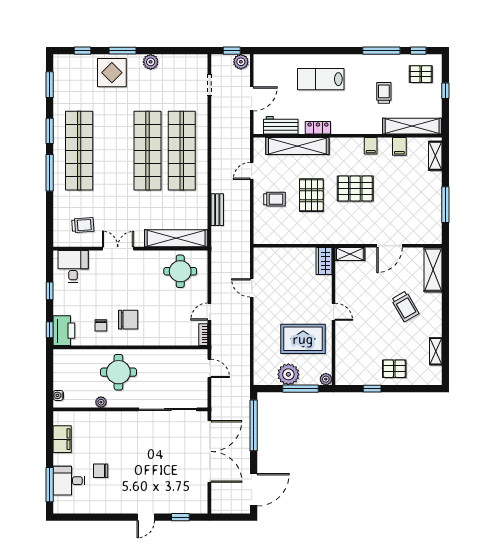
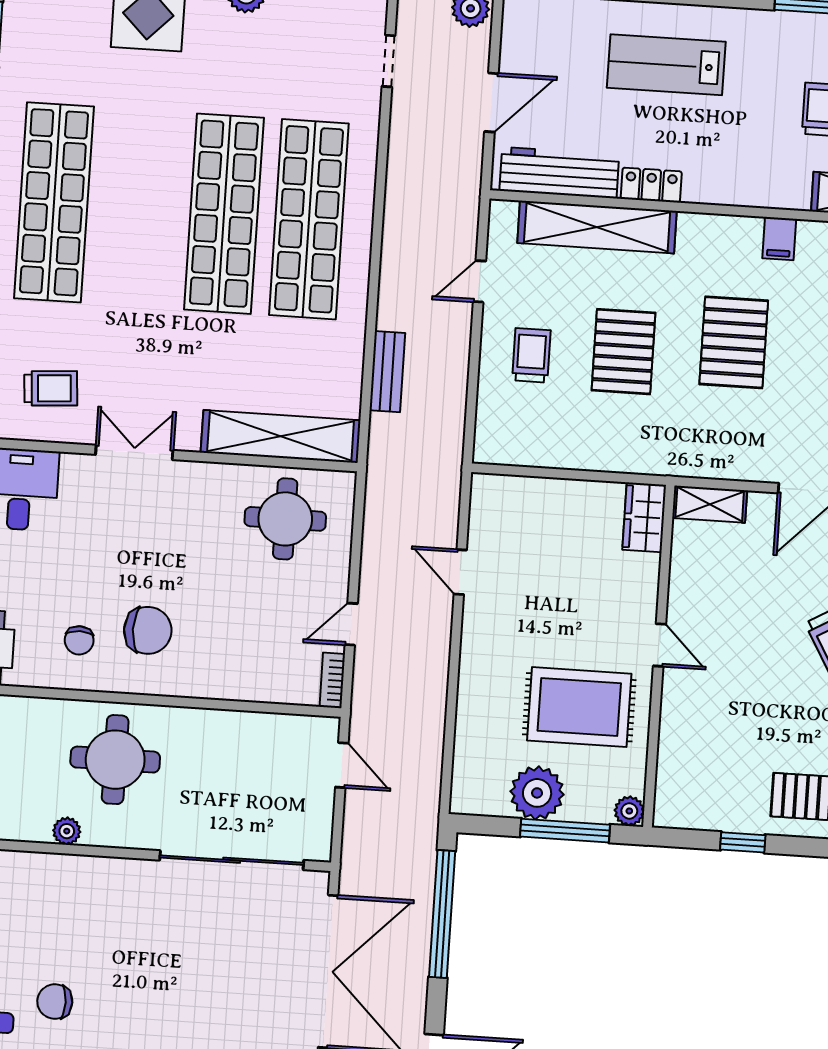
workbench: (281, 125) -> (559, 173), width x1.38
pallet: (355, 189) -> (734, 342), turned 90
trolley: (274, 199) -> (531, 355), turned -90

